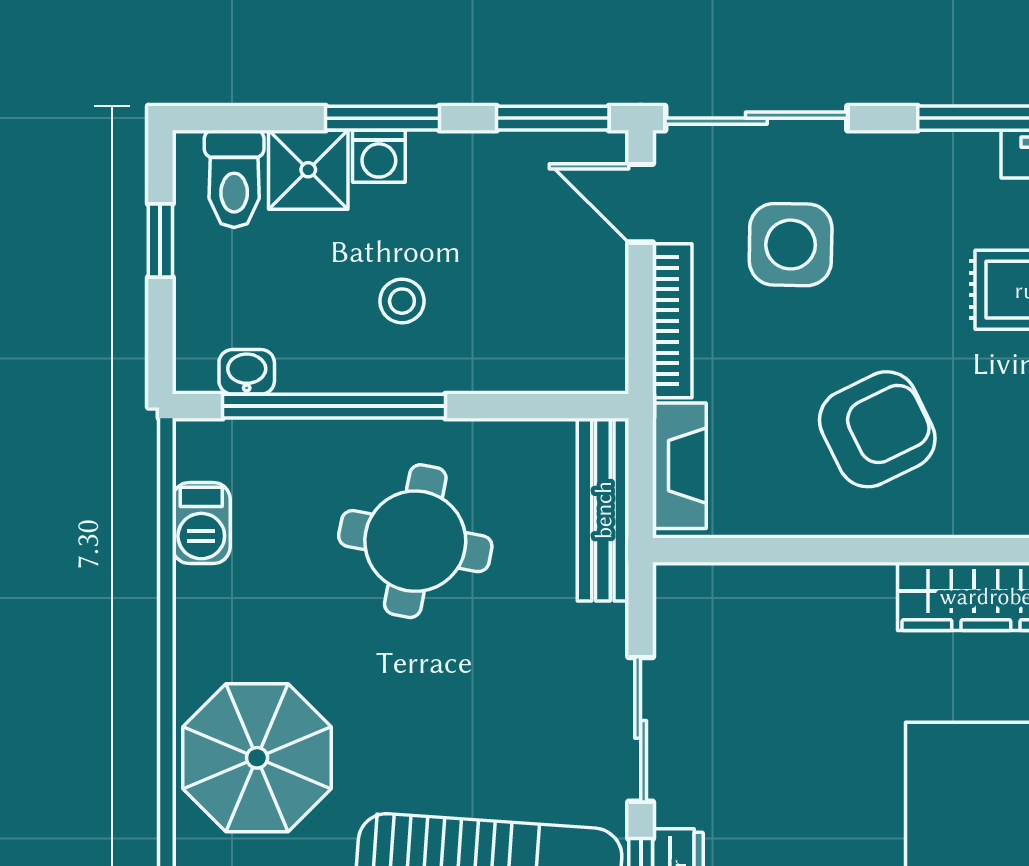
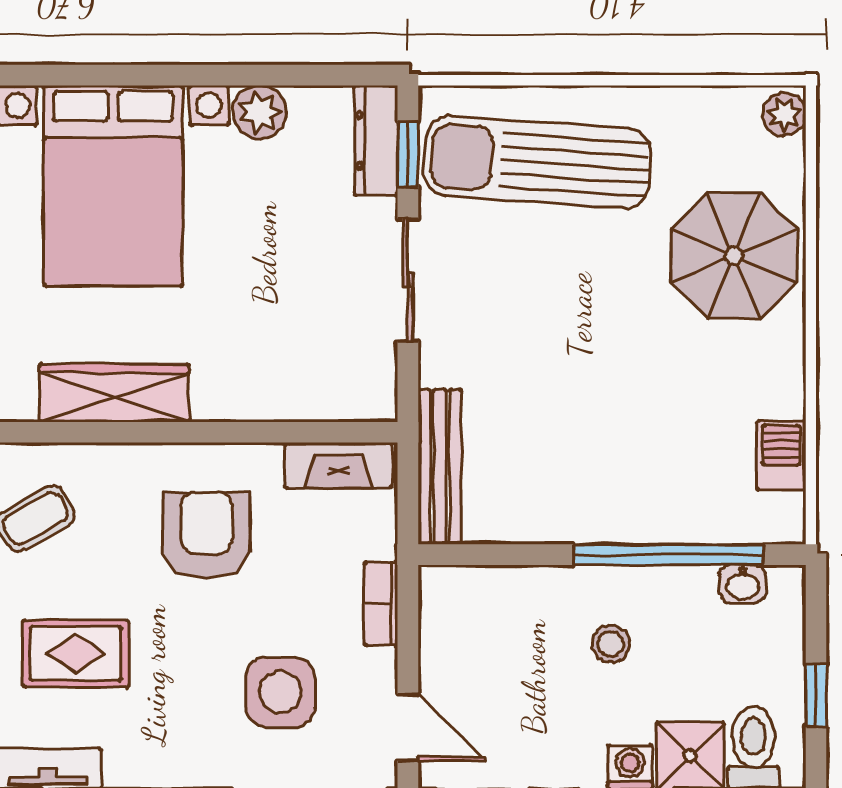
bookcase: (672, 321) -> (381, 604), width x0.64
armchair: (877, 429) -> (207, 535), turned 116
fireplace: (679, 466) -> (339, 465), moved, turned -90
round table: (415, 541) -> (599, 440), removed

